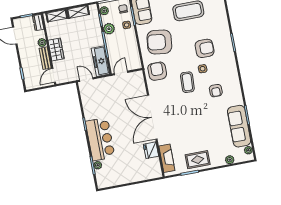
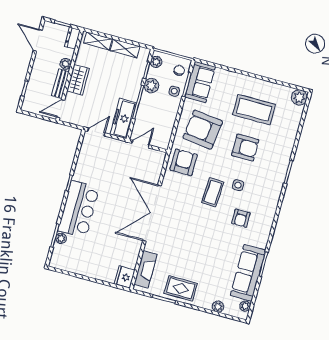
armchair: (205, 48) -> (245, 148), moved
door: (86, 80) -> (96, 132), hinge flipped
fridge: (151, 150) -> (125, 277), moved

